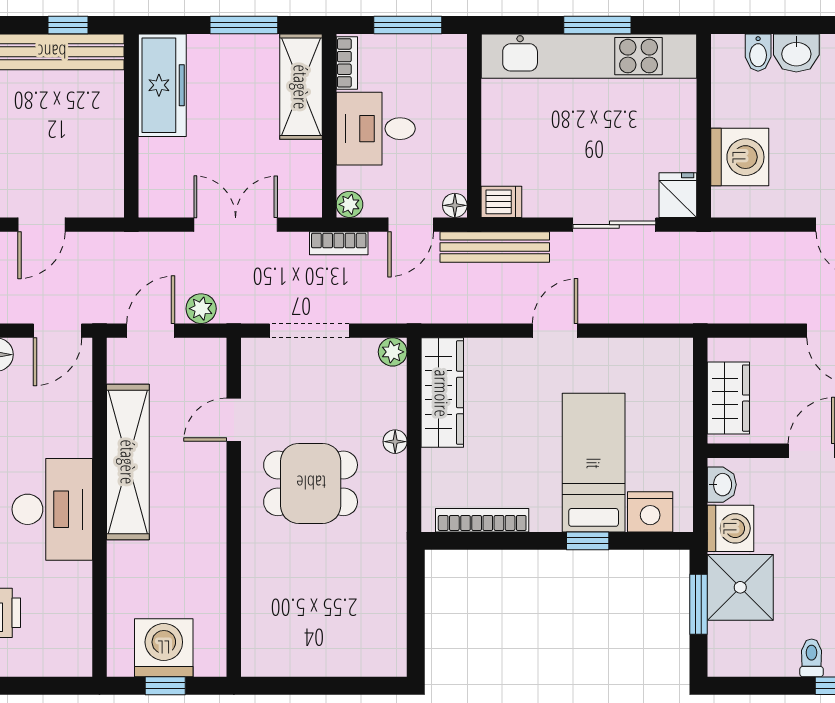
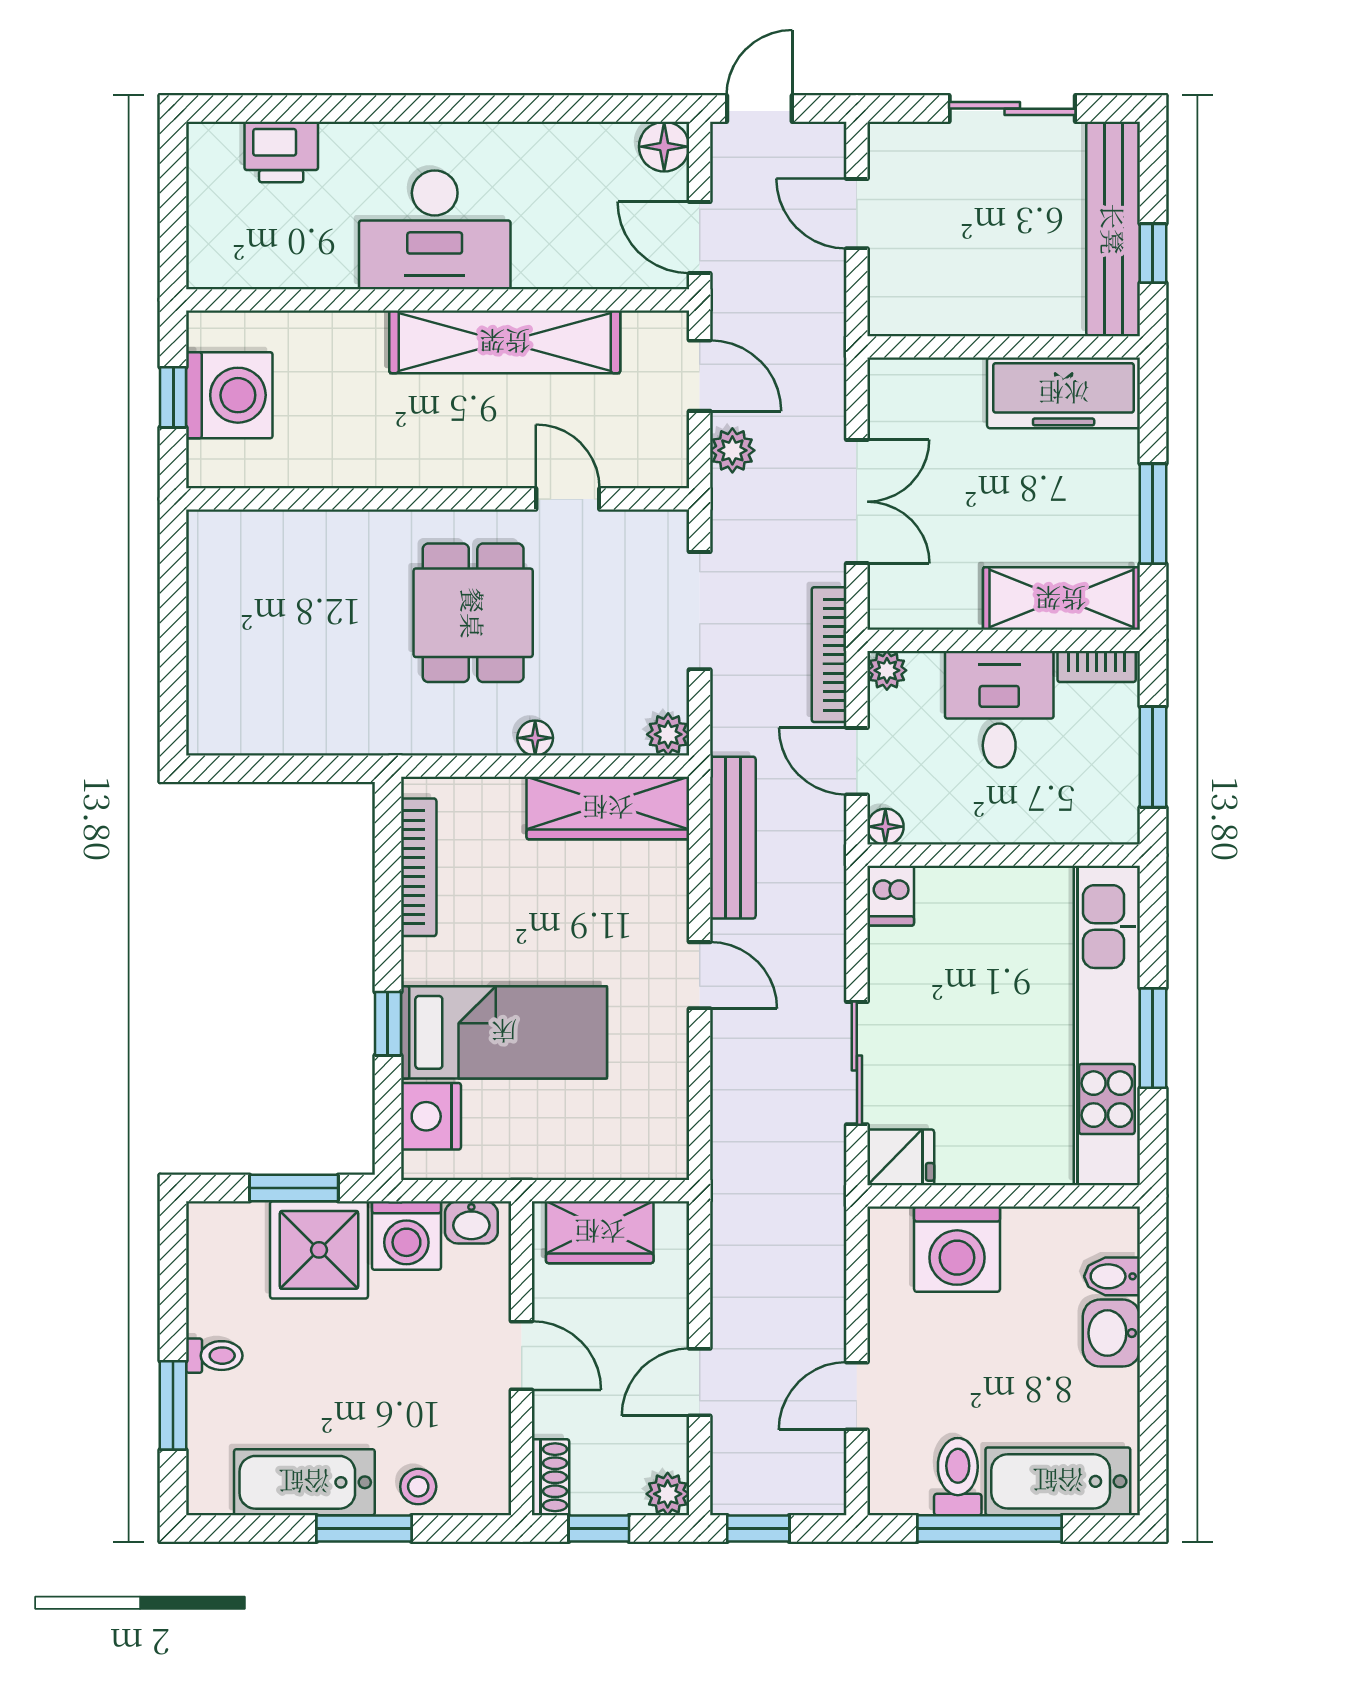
bookcase: (339, 243) -> (829, 655), width x1.56
bench: (495, 247) -> (733, 838), moved

